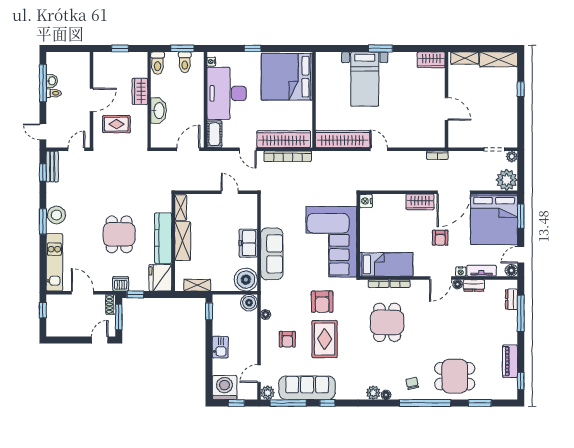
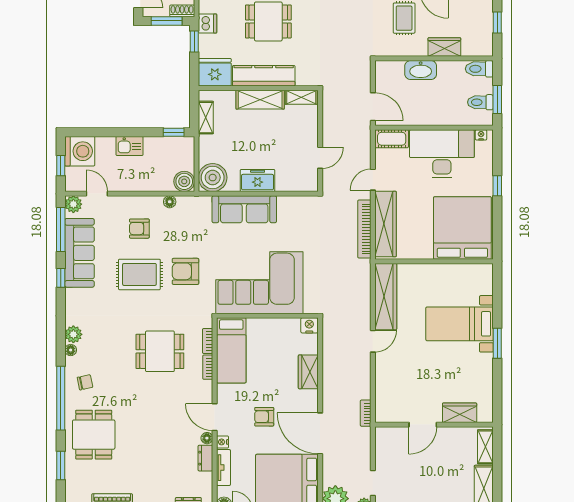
wardrobe: (431, 60) -> (460, 413), moved, turned 90
wardrobe: (420, 202) -> (308, 372), moved

